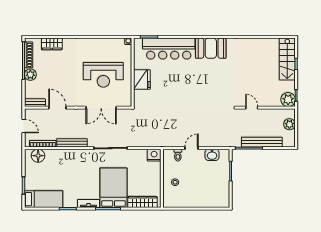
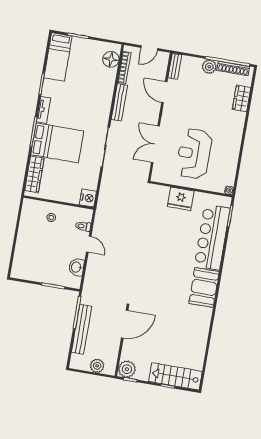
door: (57, 108) -> (164, 92), swing flipped
door: (252, 108) -> (125, 324), width x1.87

